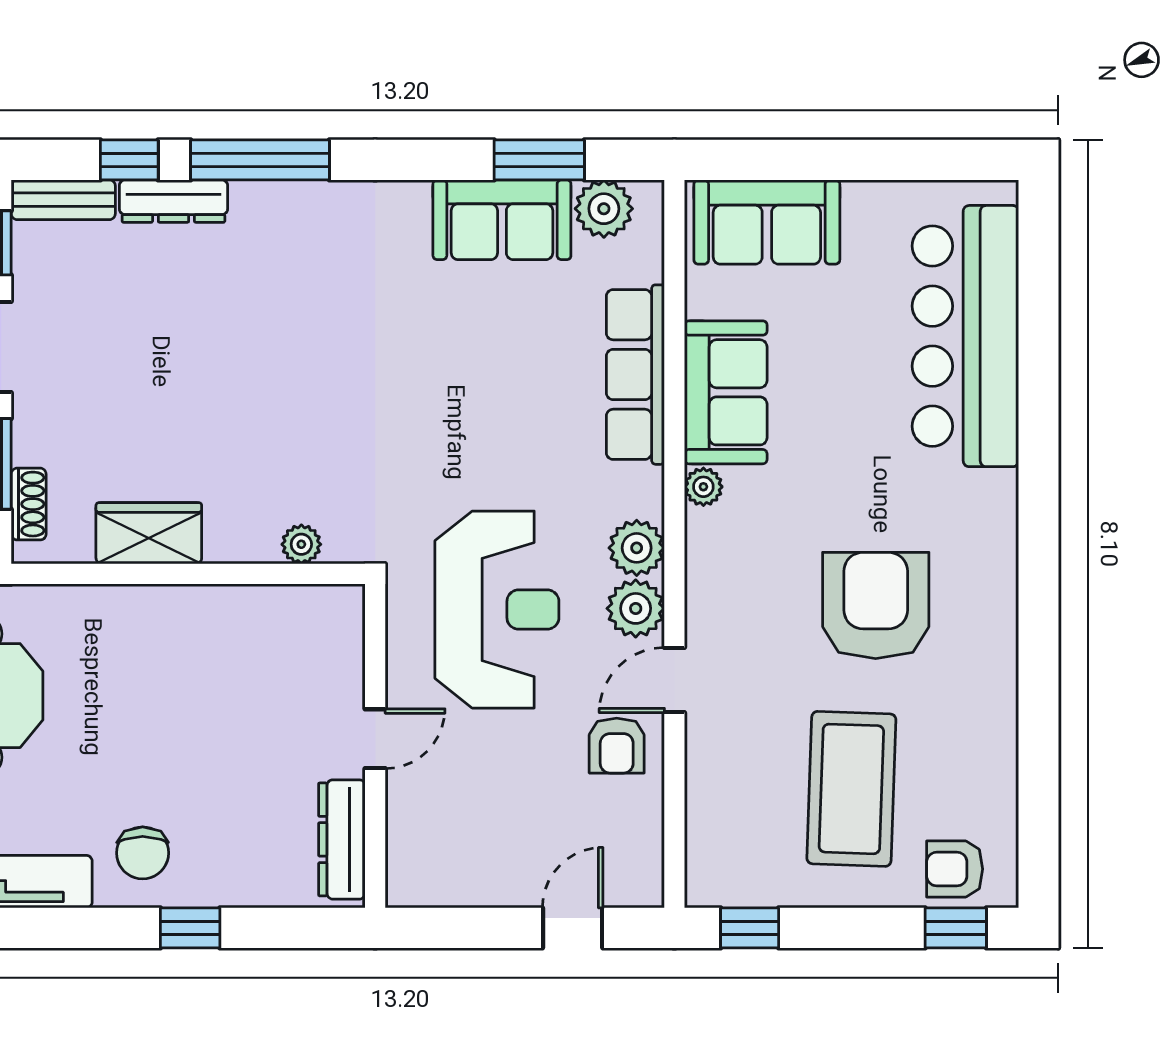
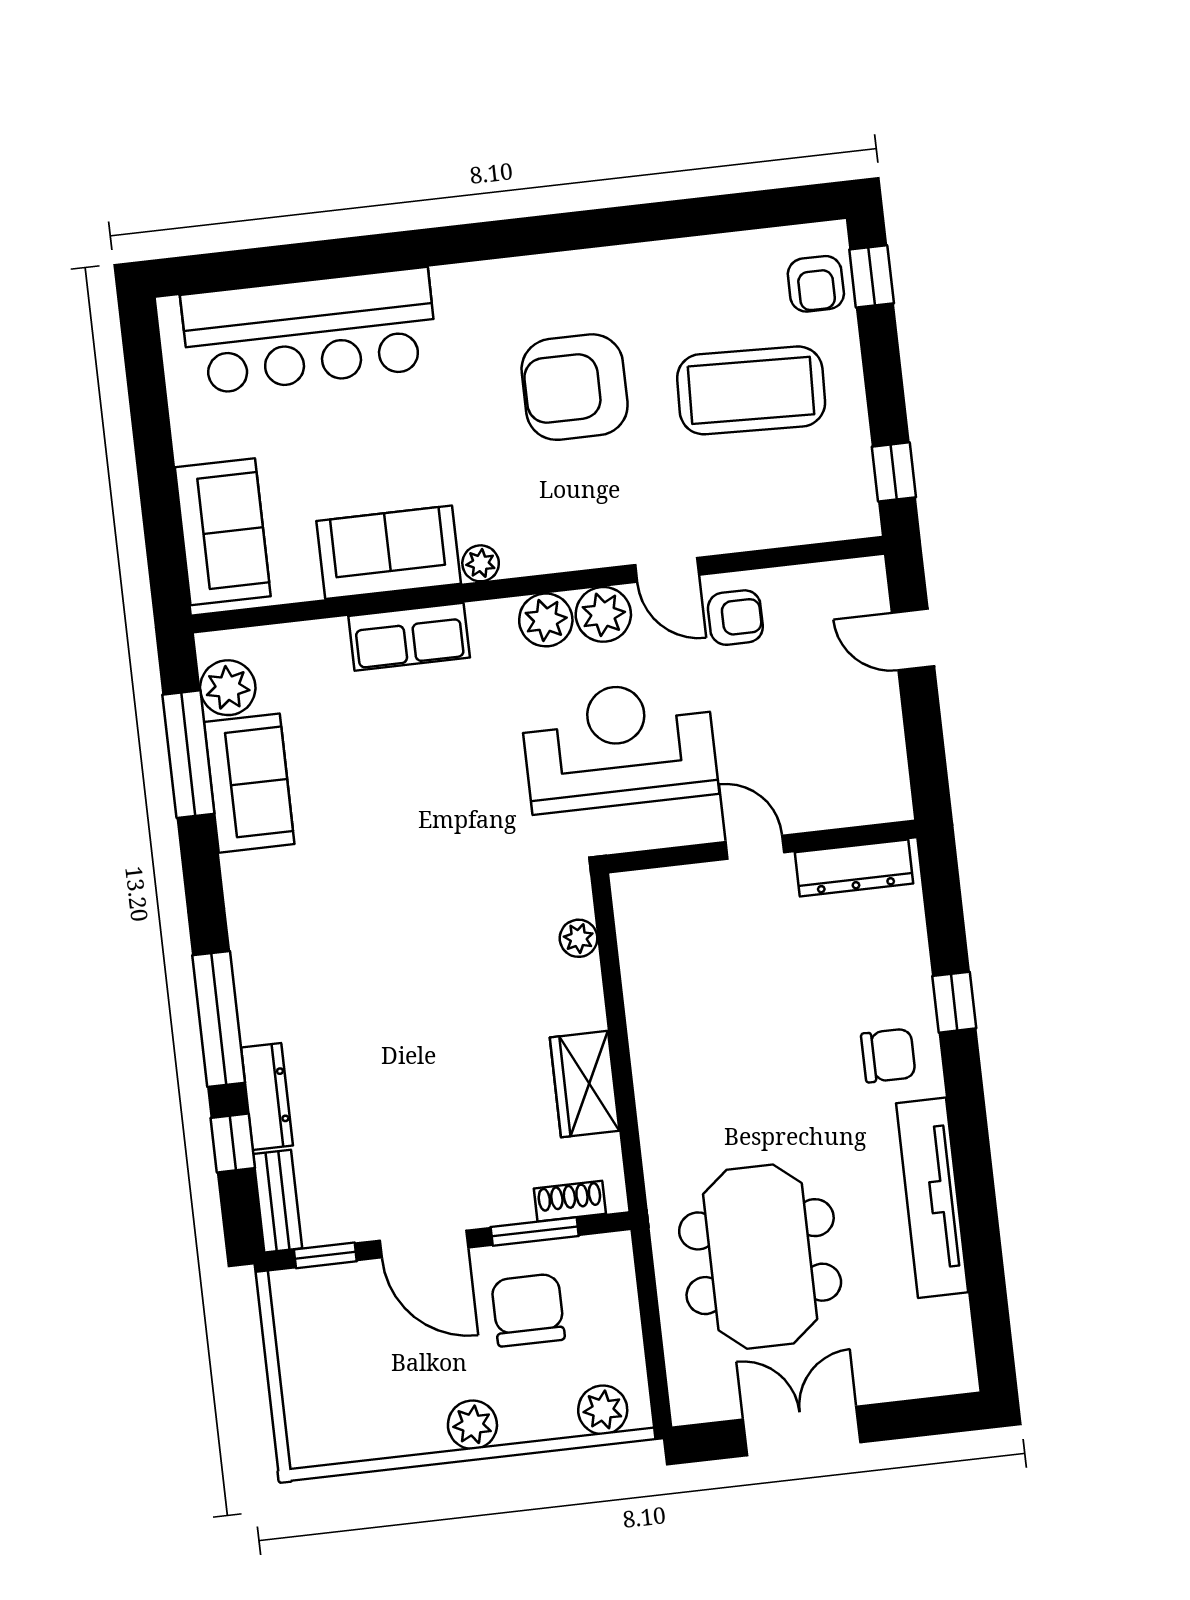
window: (539, 160) -> (188, 754), width x1.44
row of seats: (635, 375) -> (409, 637), width x0.68

